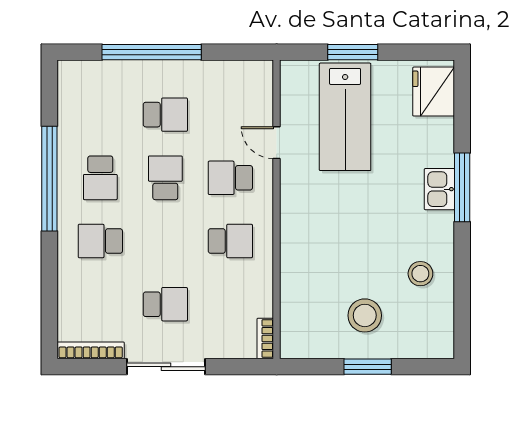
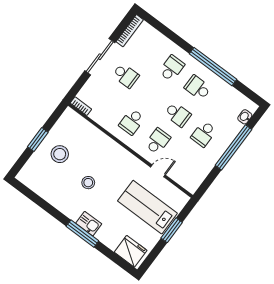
washbasin: (91, 70) -> (245, 117), added
stool: (420, 274) -> (88, 183), moved
school desk: (165, 304) -> (126, 76), turned -90

